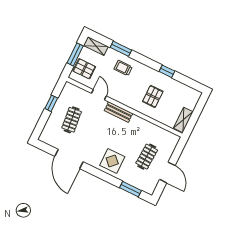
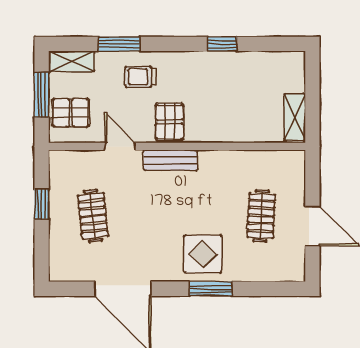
pallet: (153, 96) -> (170, 122), moved
window: (130, 189) -> (211, 289), moved

